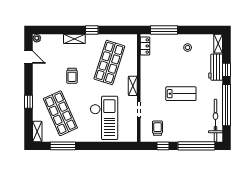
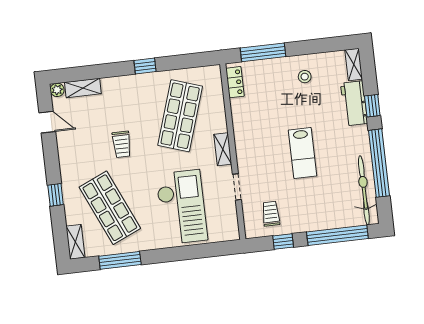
shelving: (74, 39) -> (83, 88), moved
lab bench: (181, 94) -> (303, 153), turned 90

